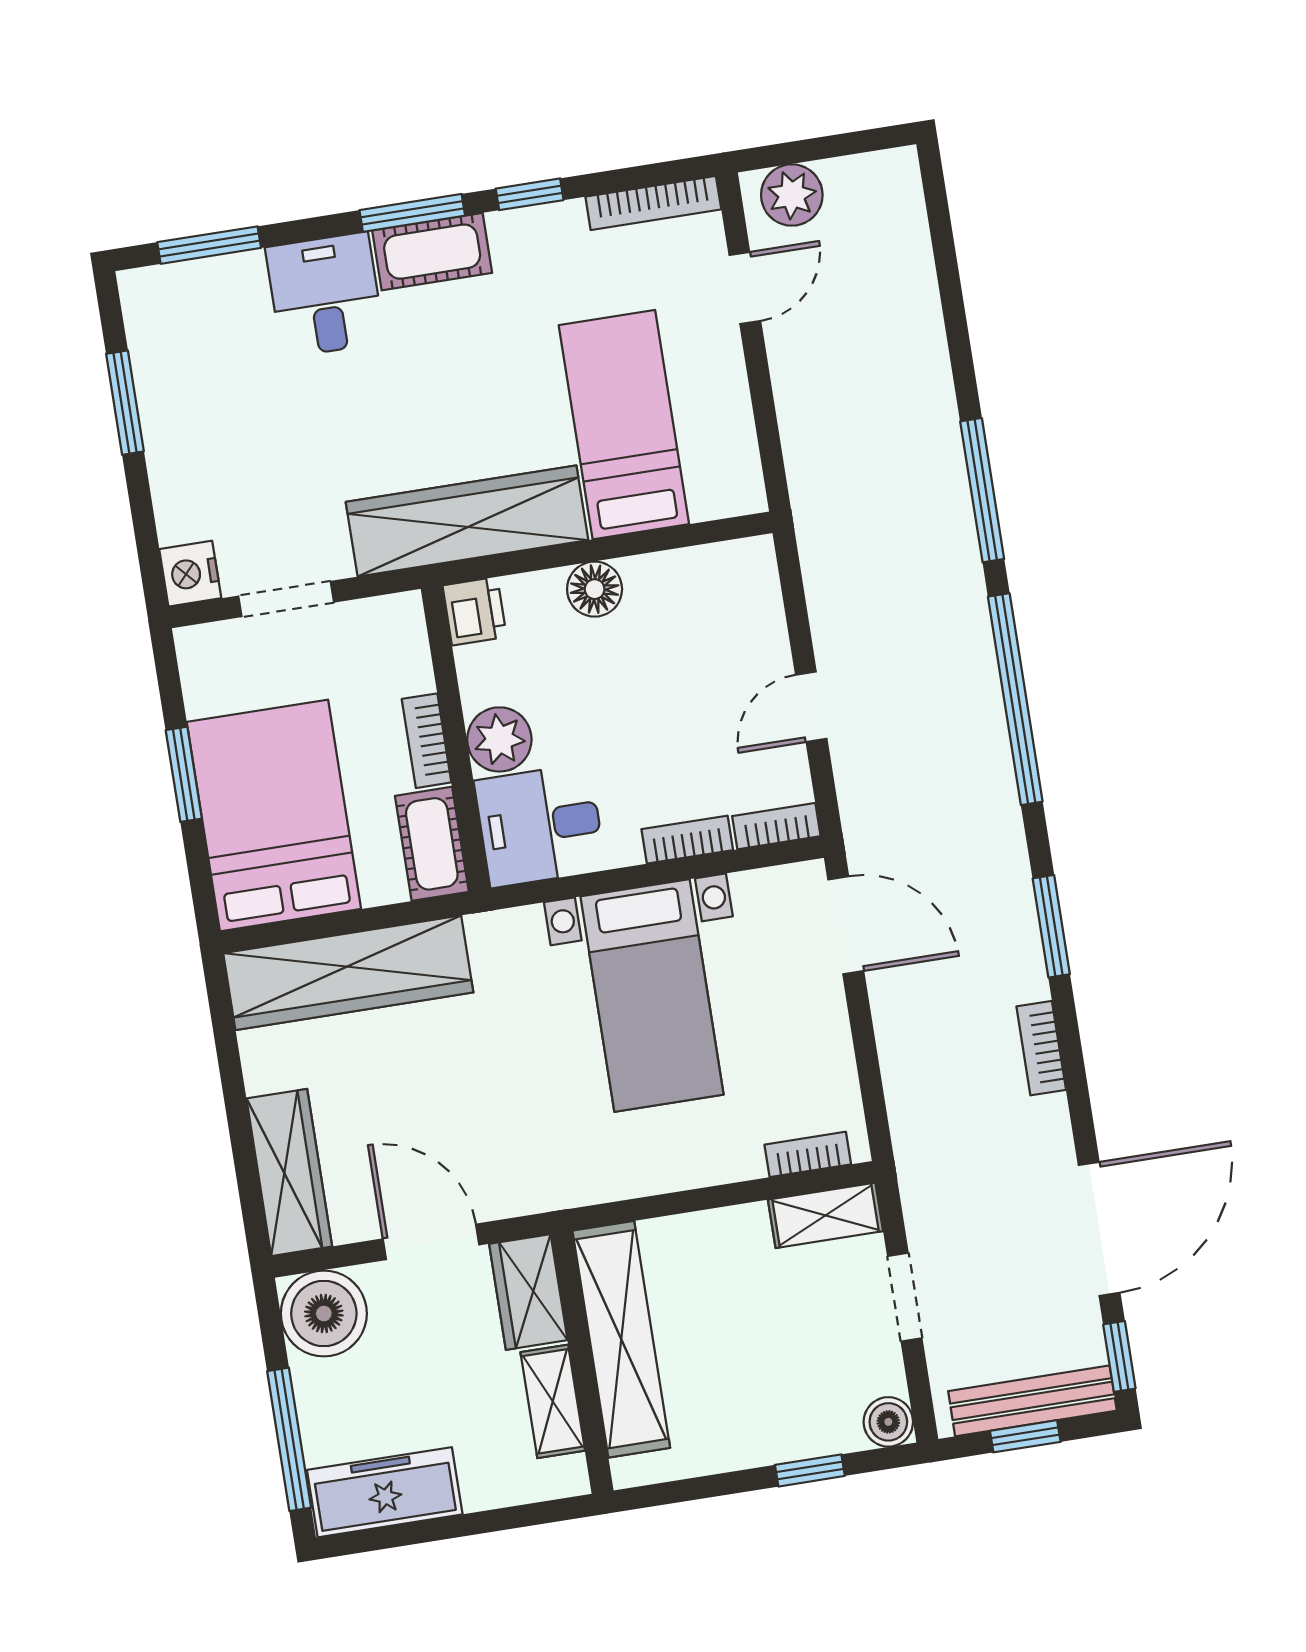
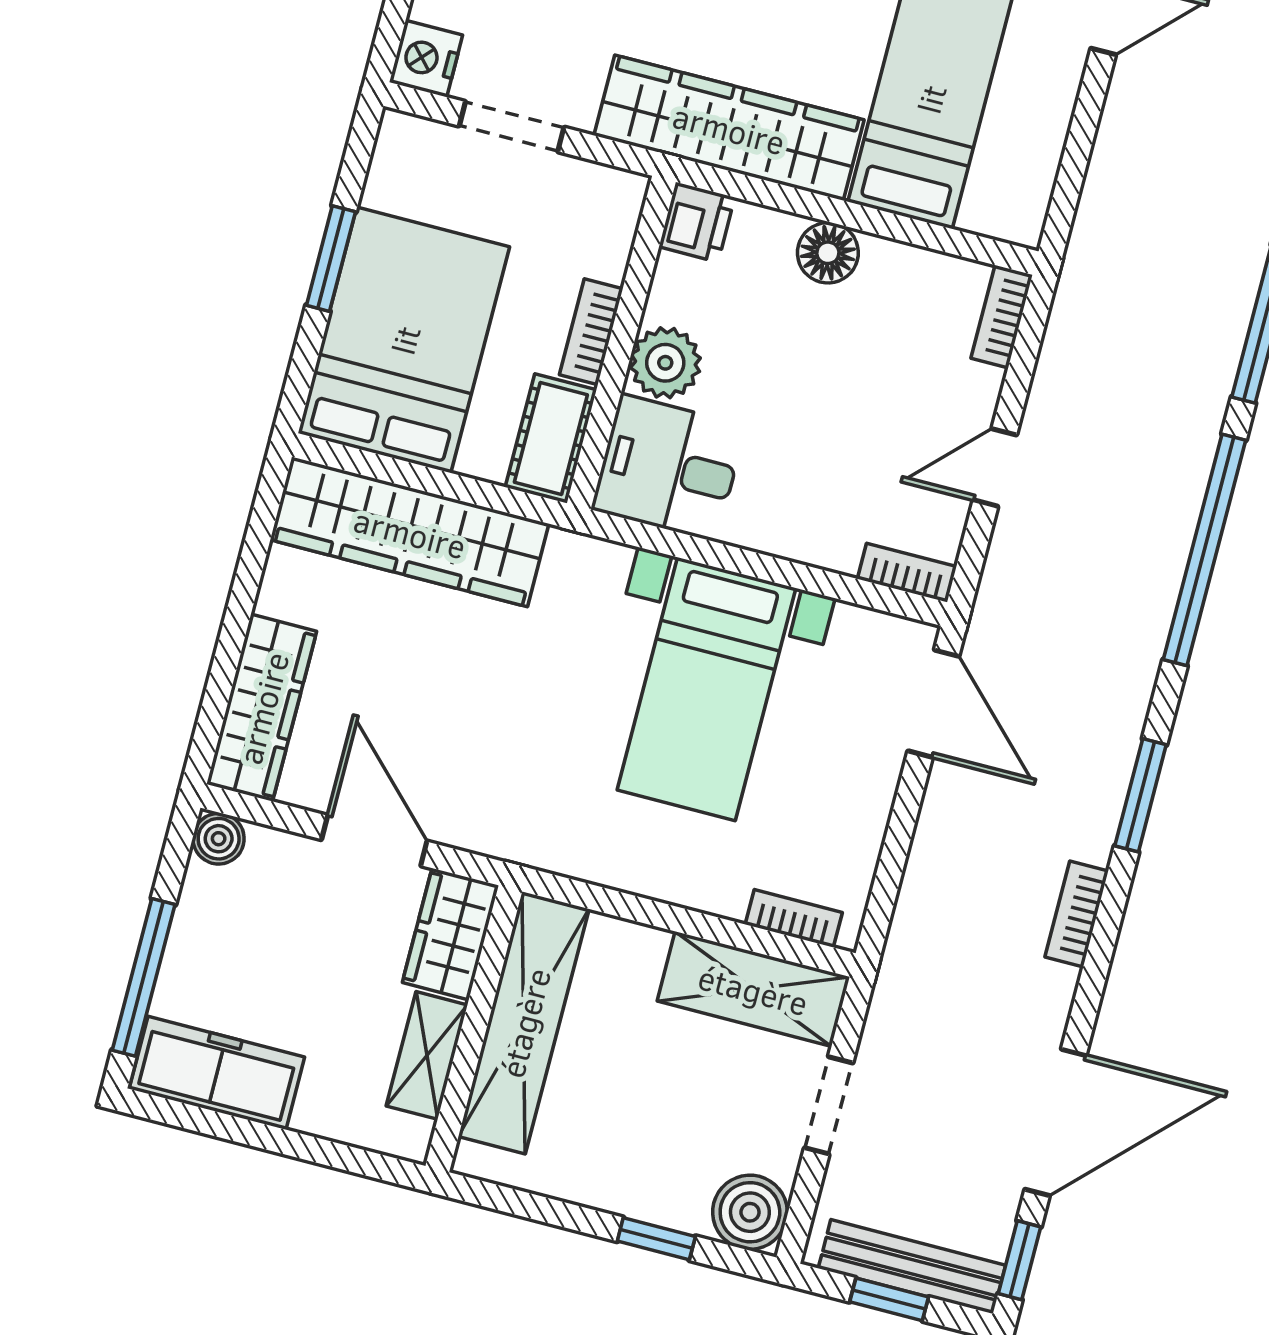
bookcase: (687, 840) -> (1002, 317), moved, turned -90
shelving: (825, 1215) -> (753, 989), width x1.50, depth x1.33
boiler: (324, 1314) -> (219, 839), width x0.54, depth x0.54
boiler: (888, 1422) -> (750, 1212), width x1.36, depth x1.36

